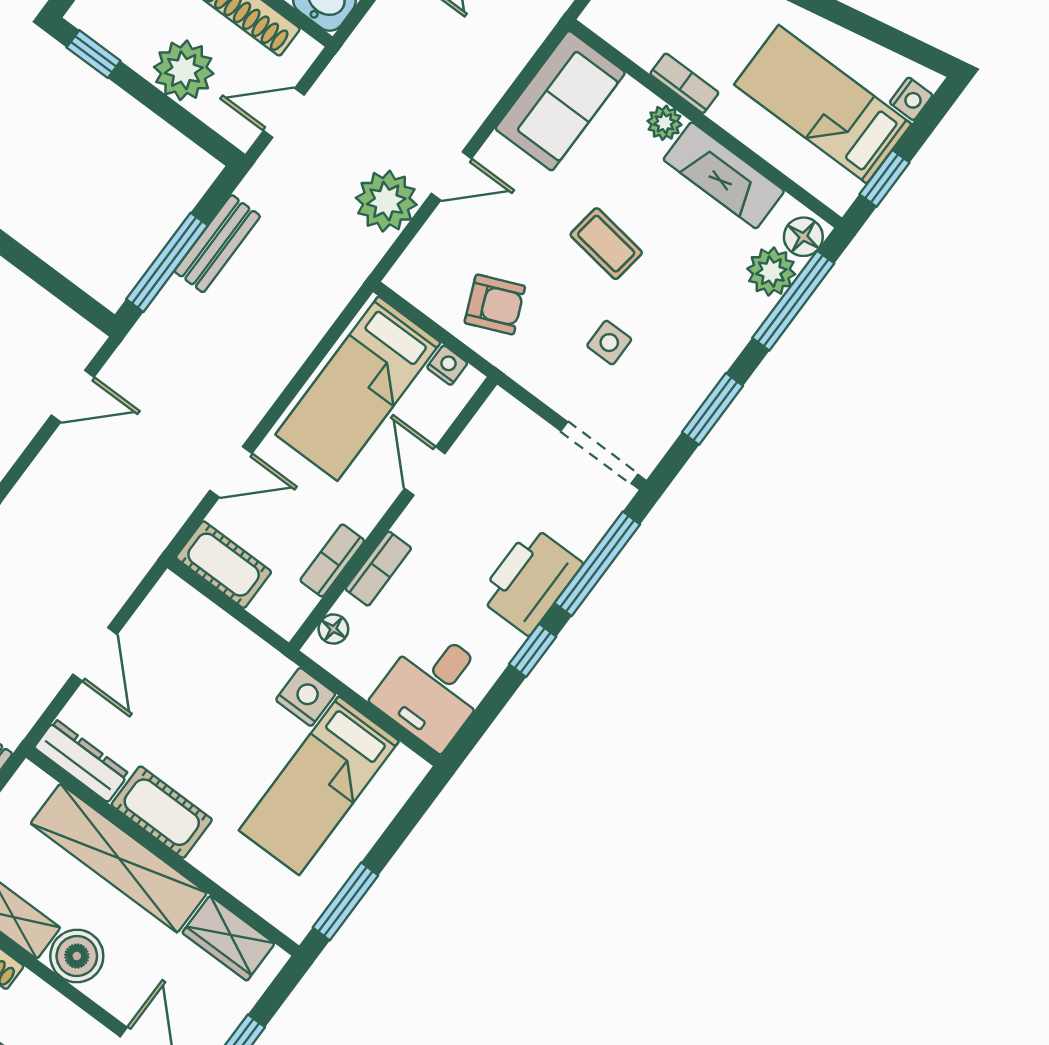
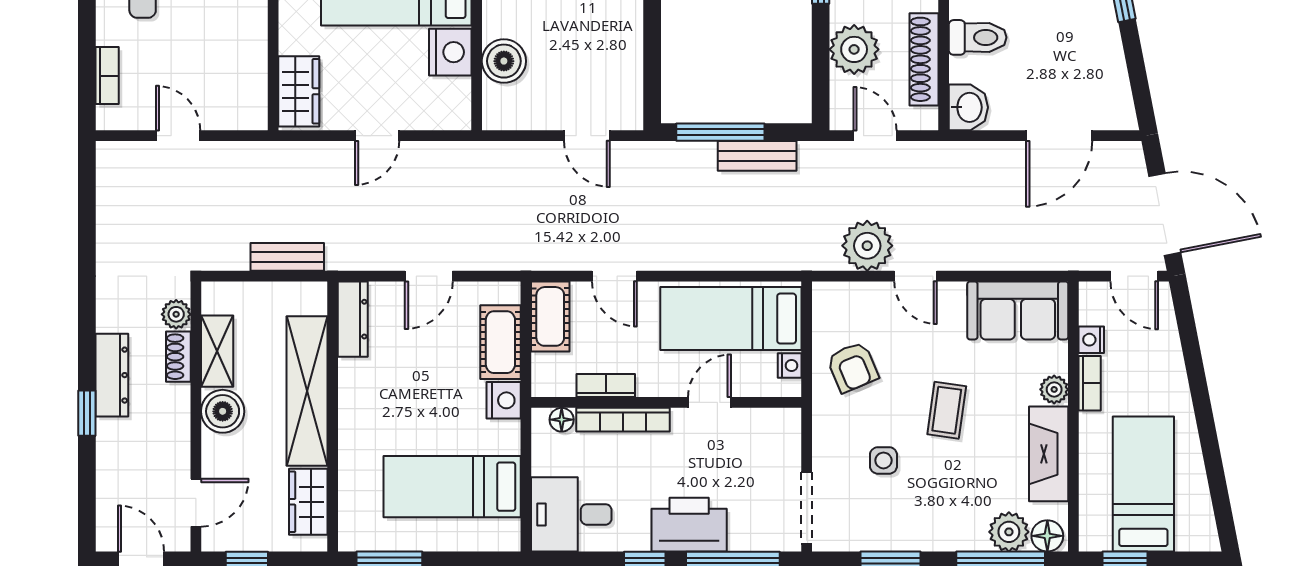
nightstand: (911, 99) -> (1091, 340), moved, turned 90
bookcase: (378, 569) -> (623, 420), width x1.56
nightstand: (306, 697) -> (504, 400), moved
cot: (162, 812) -> (500, 342), moved

